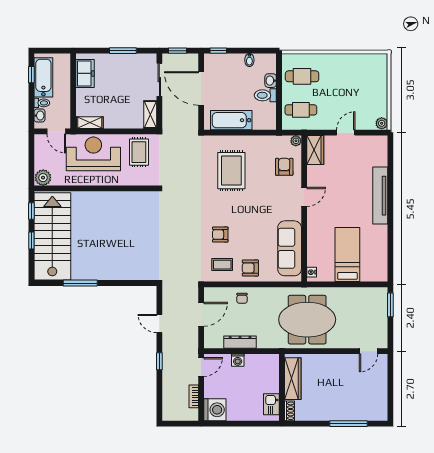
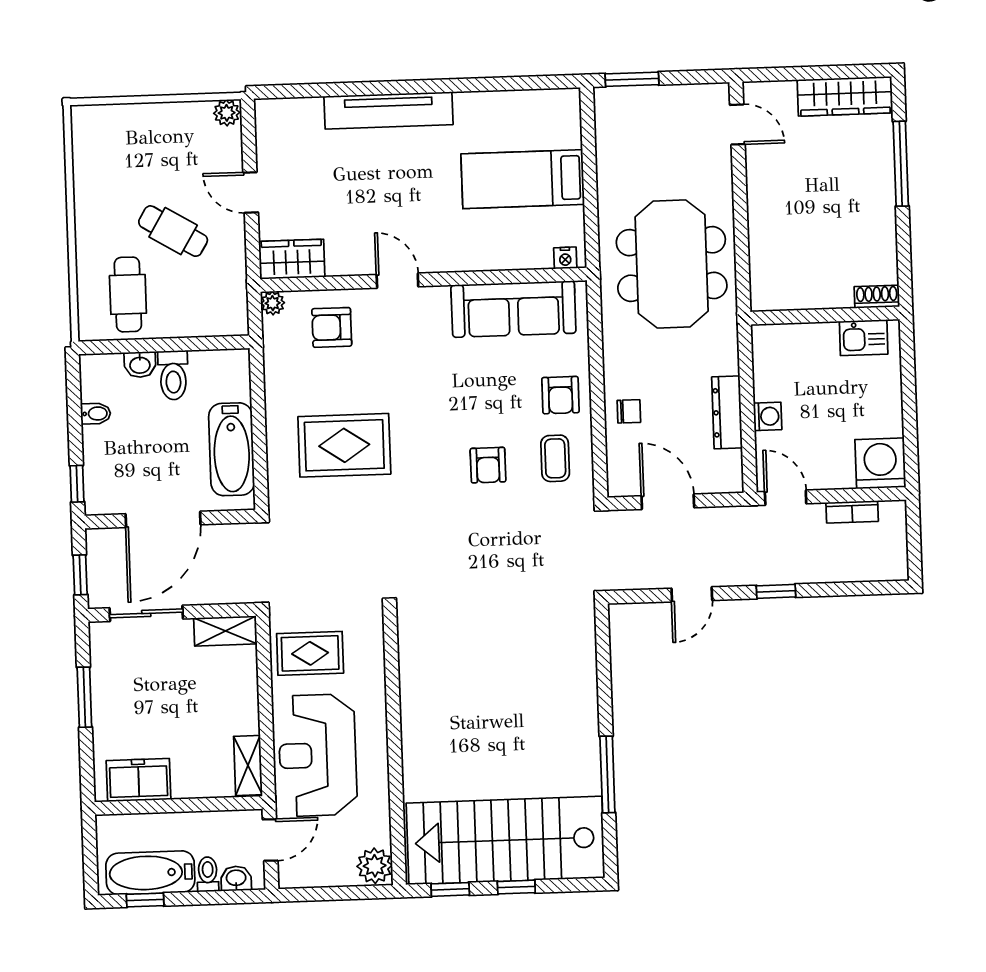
cafe table: (301, 110) -> (173, 231), moved, turned -59
wardrobe: (293, 379) -> (845, 96), moved, turned 180

